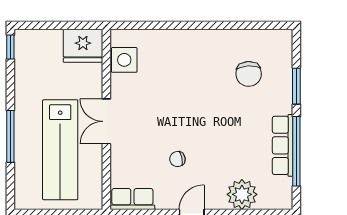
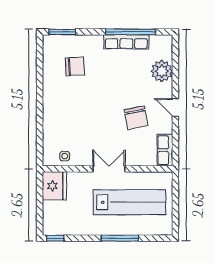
side table: (124, 60) -> (65, 156), width x0.54, depth x0.54
window: (296, 86) -> (62, 32), moved
double door: (106, 121) -> (109, 169), swing flipped
chair: (177, 159) -> (136, 118), width x1.87, depth x1.87

